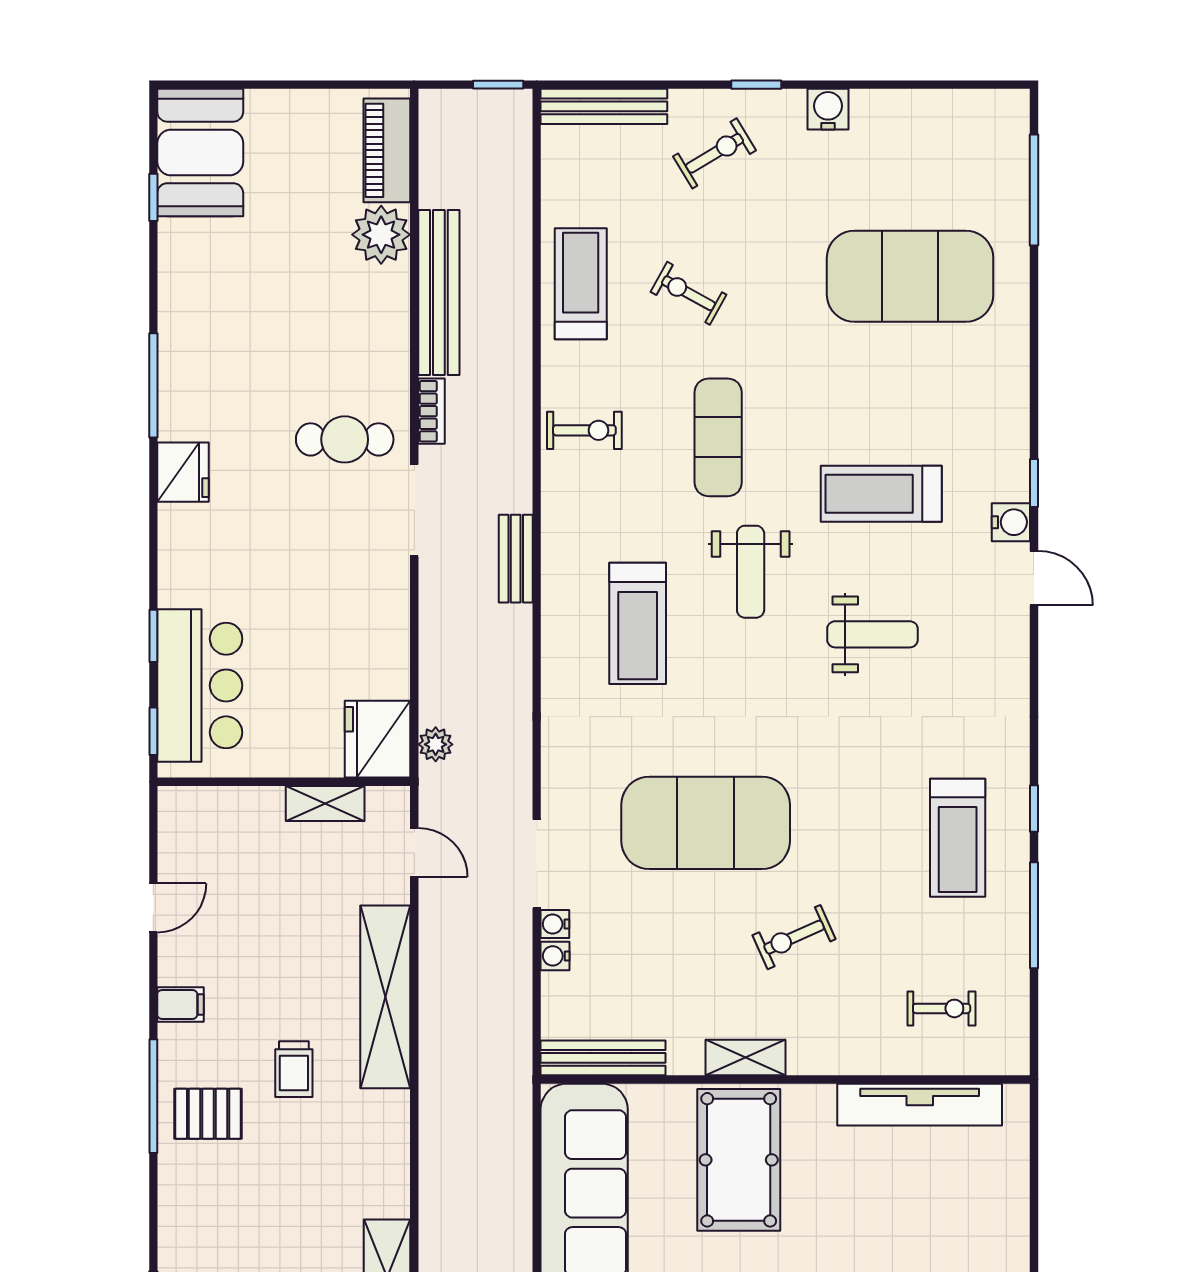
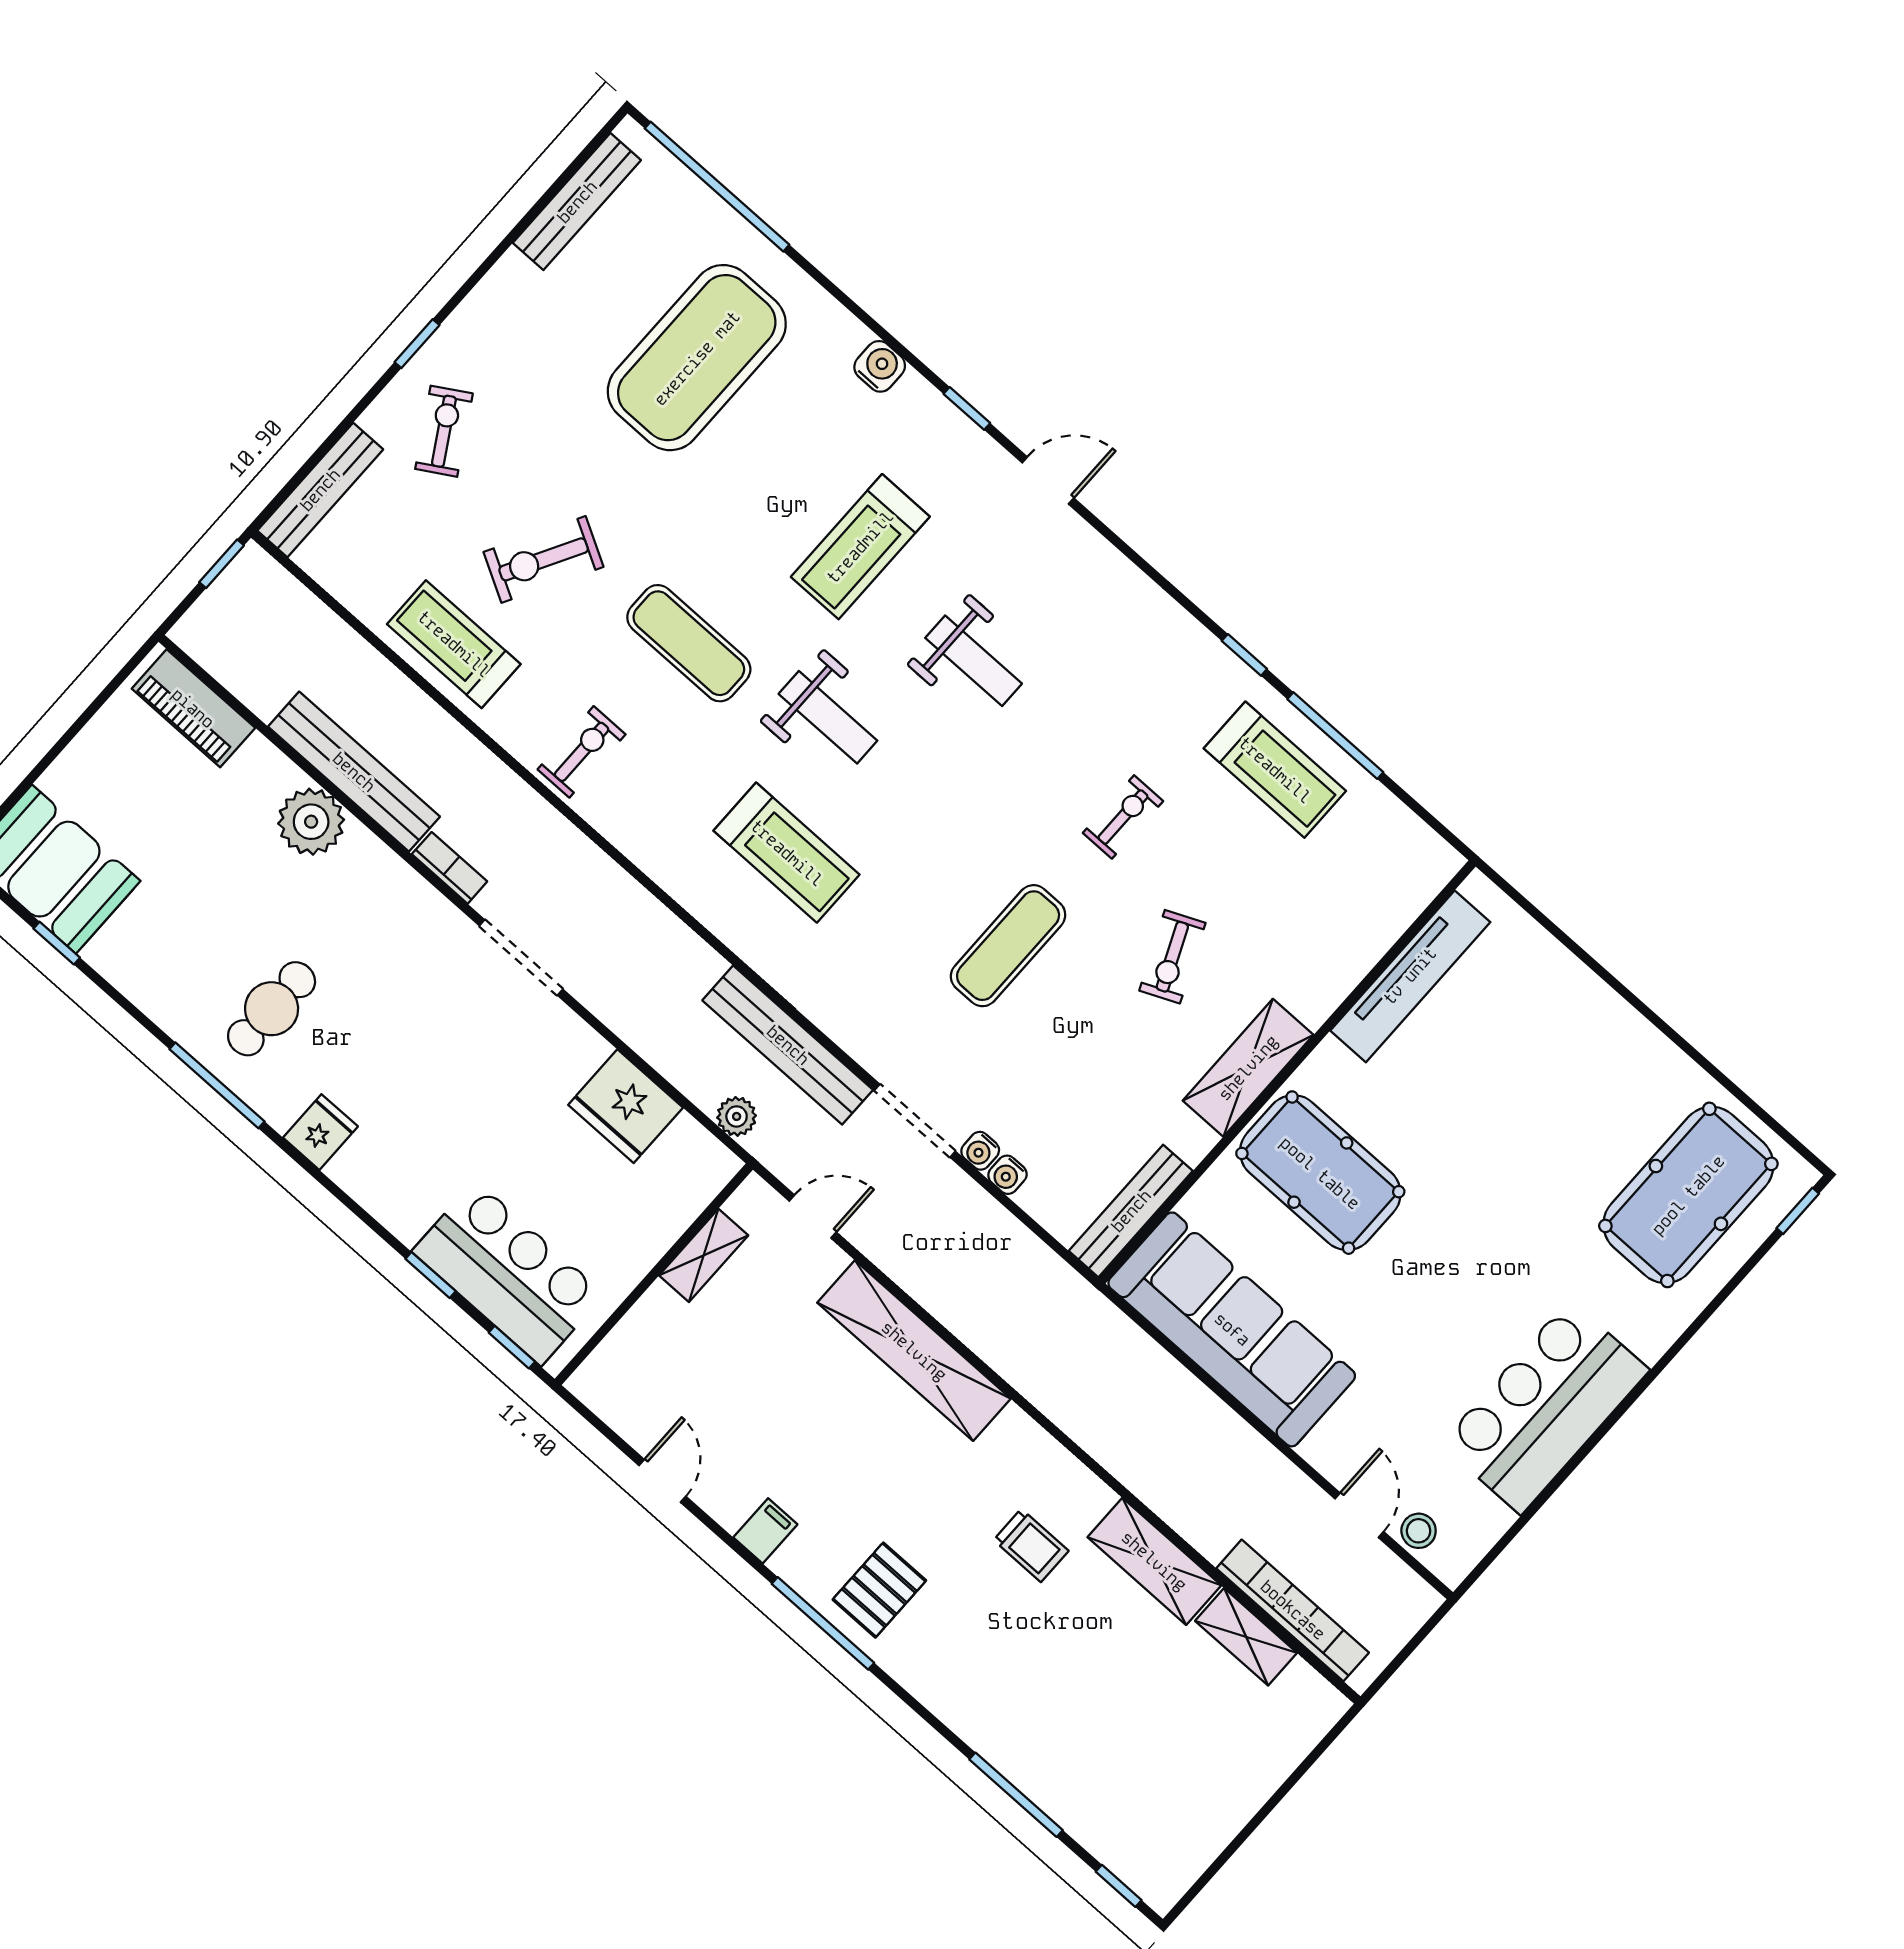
bench: (943, 107) -> (577, 202), added
water cooler: (828, 109) -> (492, 301), removed
window: (1034, 190) -> (717, 187), width x1.46
plant: (381, 235) -> (311, 822), moved
exercise bike: (688, 293) -> (544, 559), width x1.38, depth x1.39
cafe table: (345, 439) -> (272, 1009), moved
fridge: (183, 472) -> (320, 1132), width x0.72
water cooler: (1011, 522) -> (880, 366), moved
bench: (516, 559) -> (788, 1045), moved, width x1.86, depth x1.21
weight bench: (872, 634) -> (974, 661), turned 90
fridge: (378, 739) -> (626, 1106), moved
exercise mat: (706, 823) -> (1008, 946), width x0.50, depth x0.69
treadmill: (958, 838) -> (1275, 770), moved
exercise bike: (942, 1008) -> (1123, 817), moved
shelving: (745, 1057) -> (1248, 1068), width x1.50, depth x1.33
trolley: (294, 1069) -> (1031, 1545), moved

